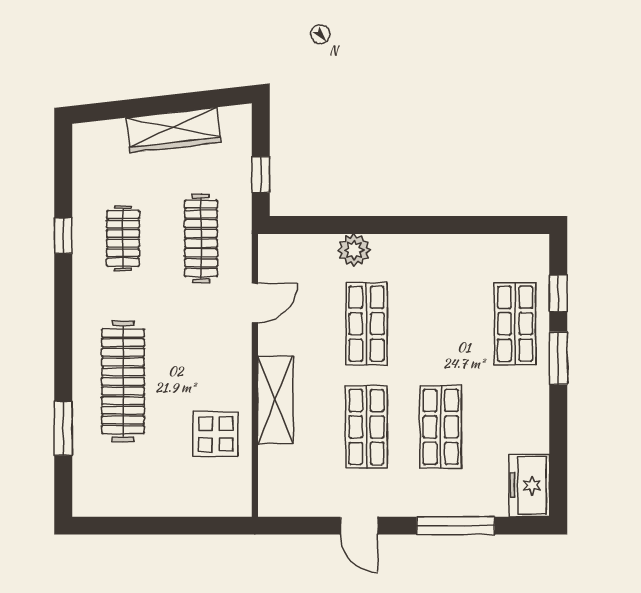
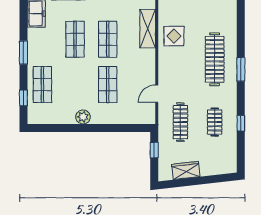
wardrobe: (174, 130) -> (186, 170), width x0.67
plant: (354, 250) -> (83, 117), moved
window: (558, 358) -> (23, 53), moved
shelving: (275, 400) -> (148, 29), moved
window: (63, 428) -> (241, 69), moved

